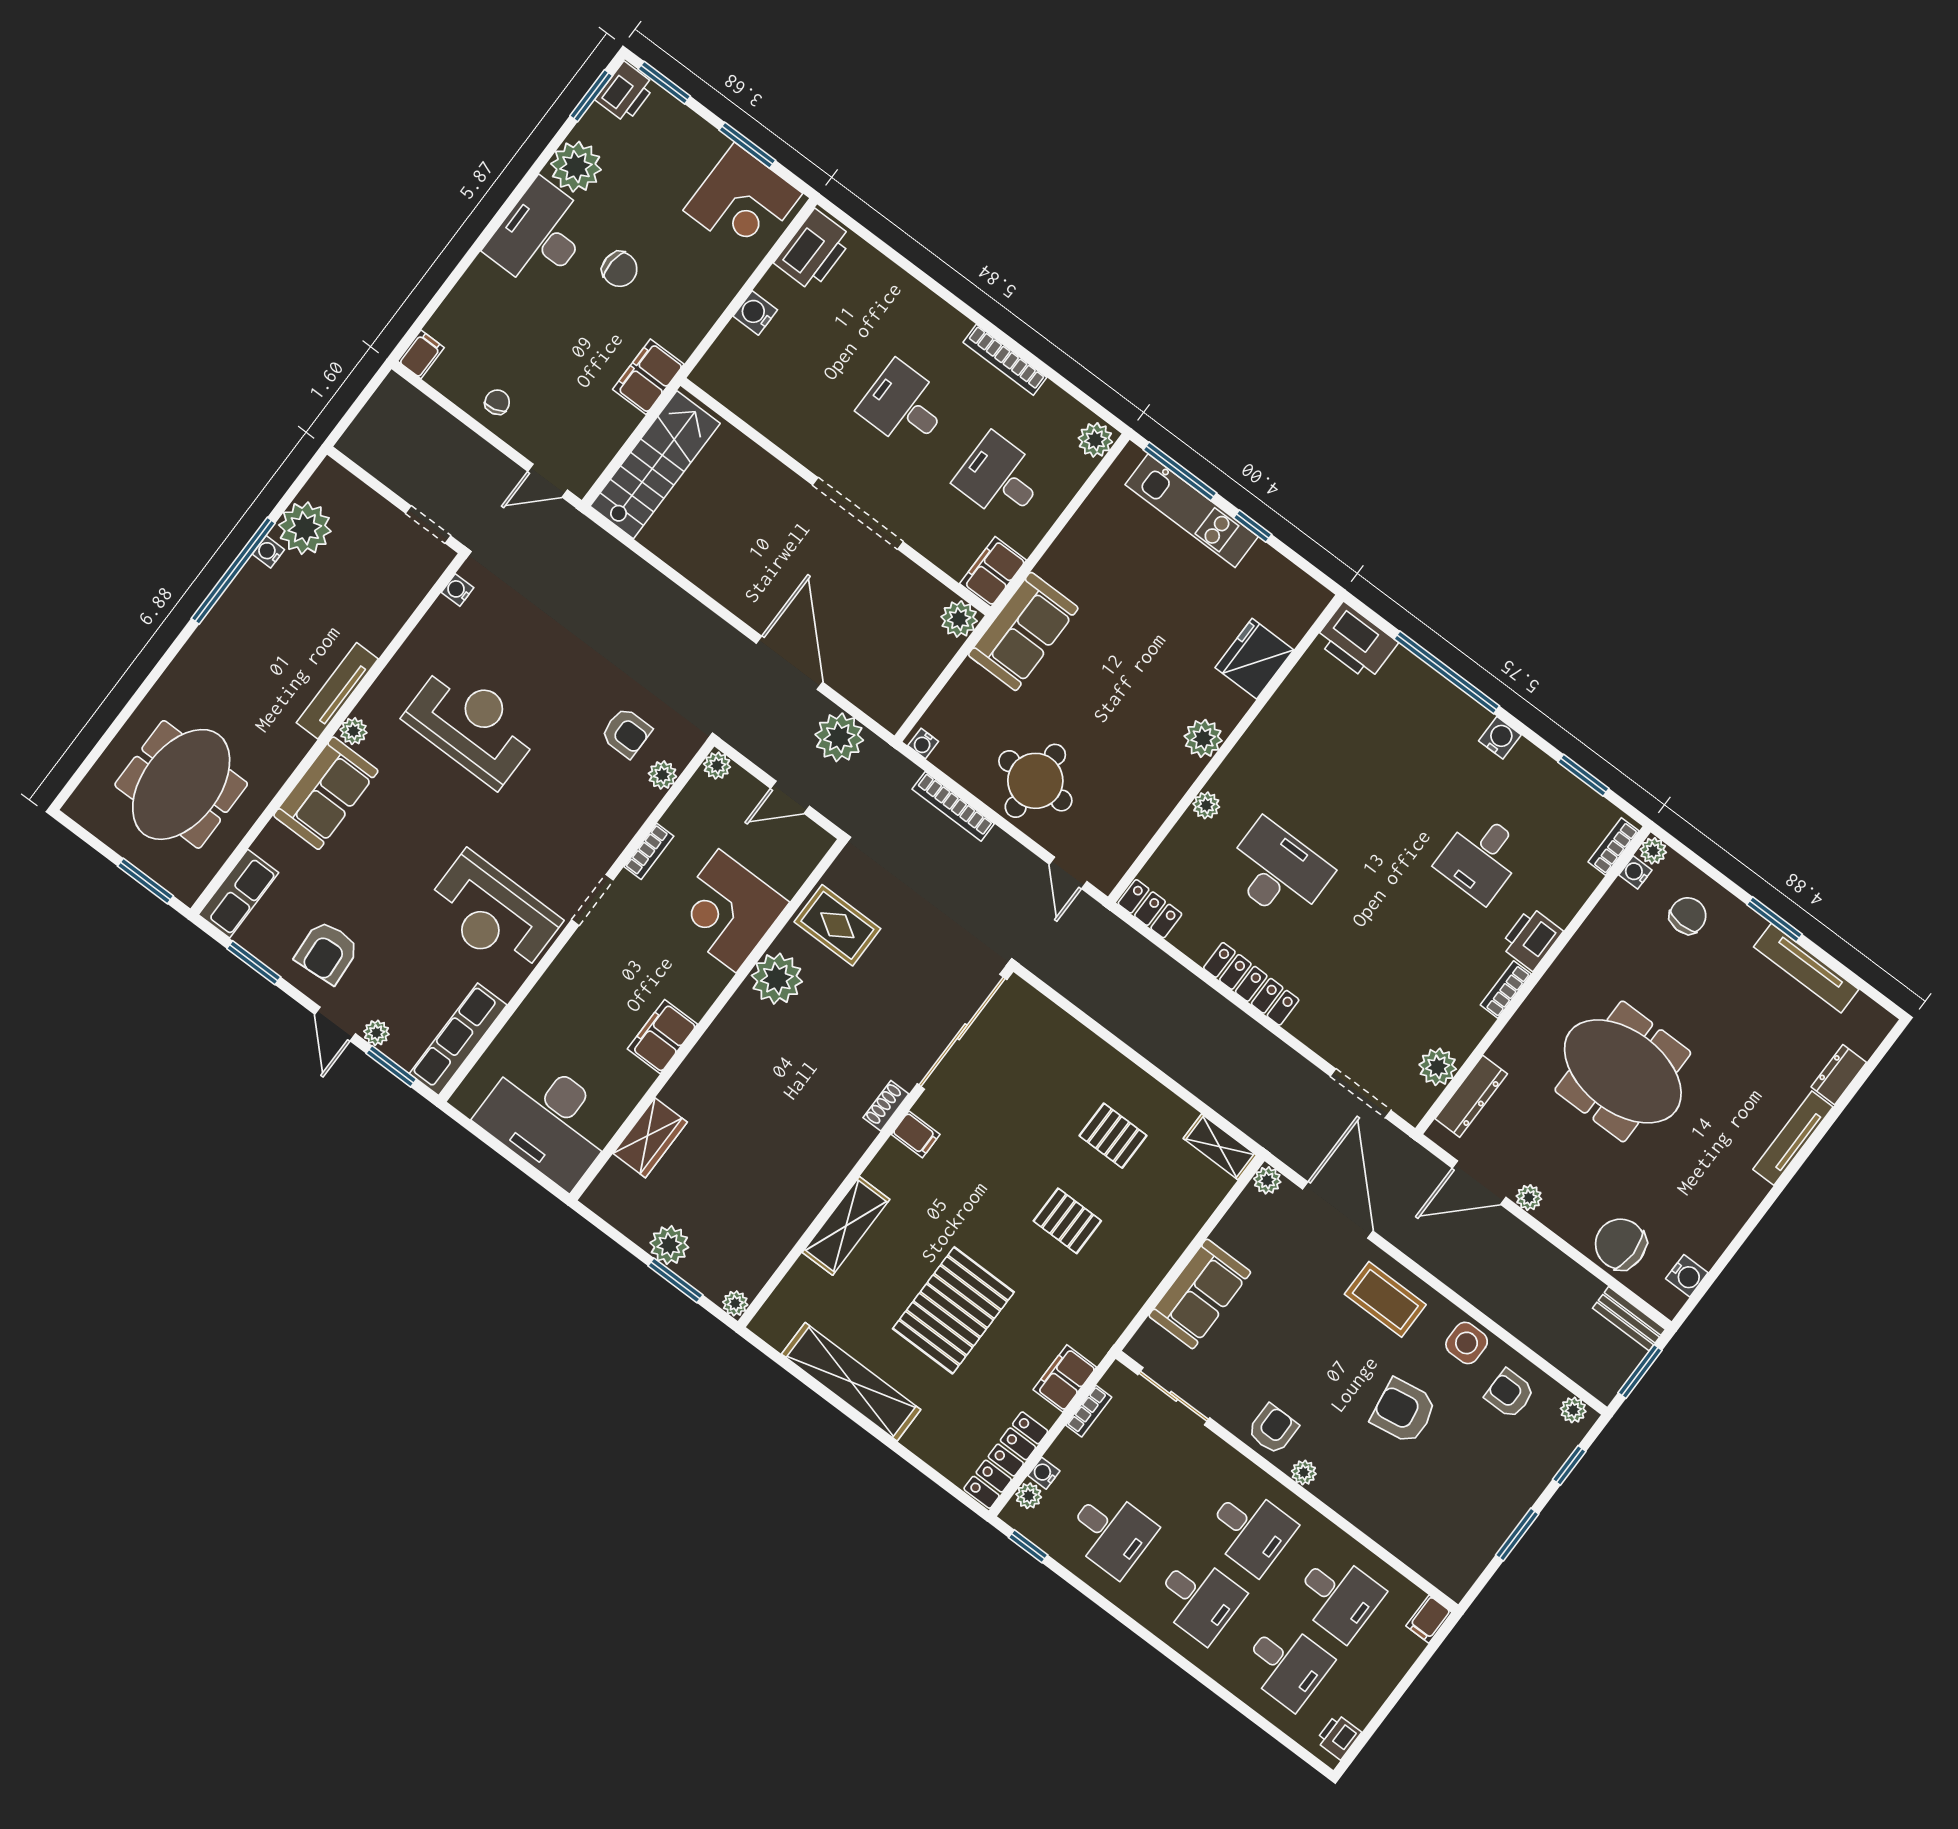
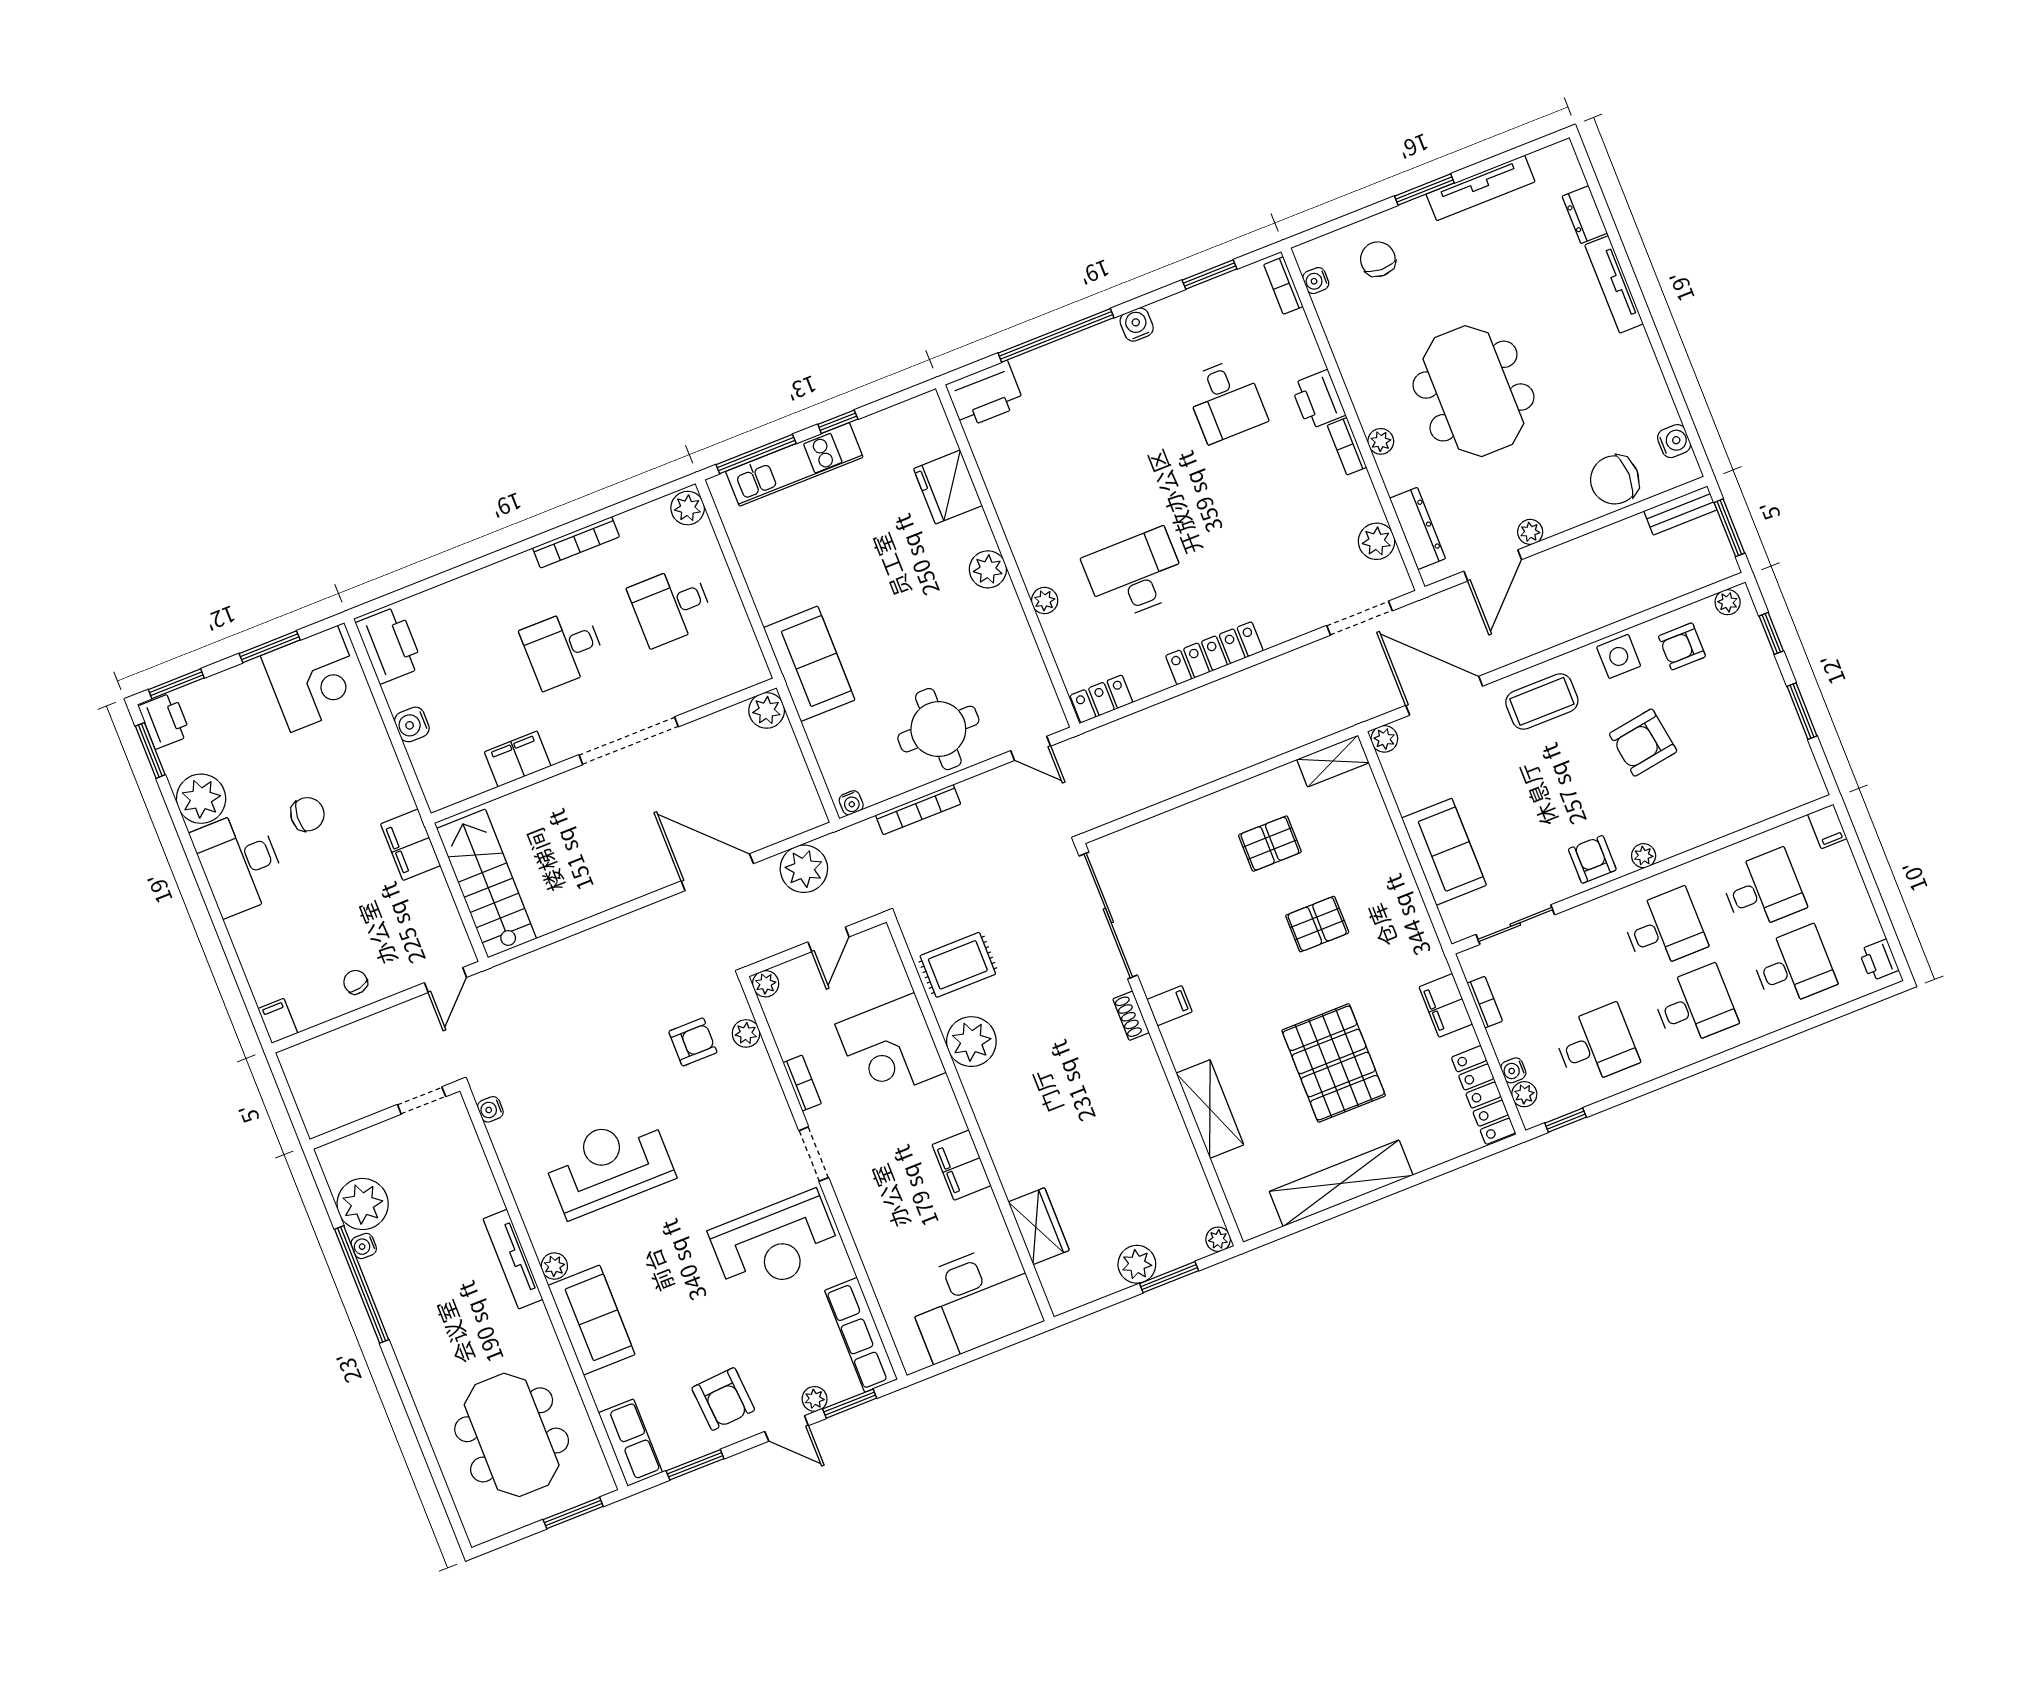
filing cabinet: (993, 572) -> (518, 759), moved, turned 90
plant: (1653, 851) -> (1381, 441), moved
meeting table: (1623, 1071) -> (1473, 391), turned 90

